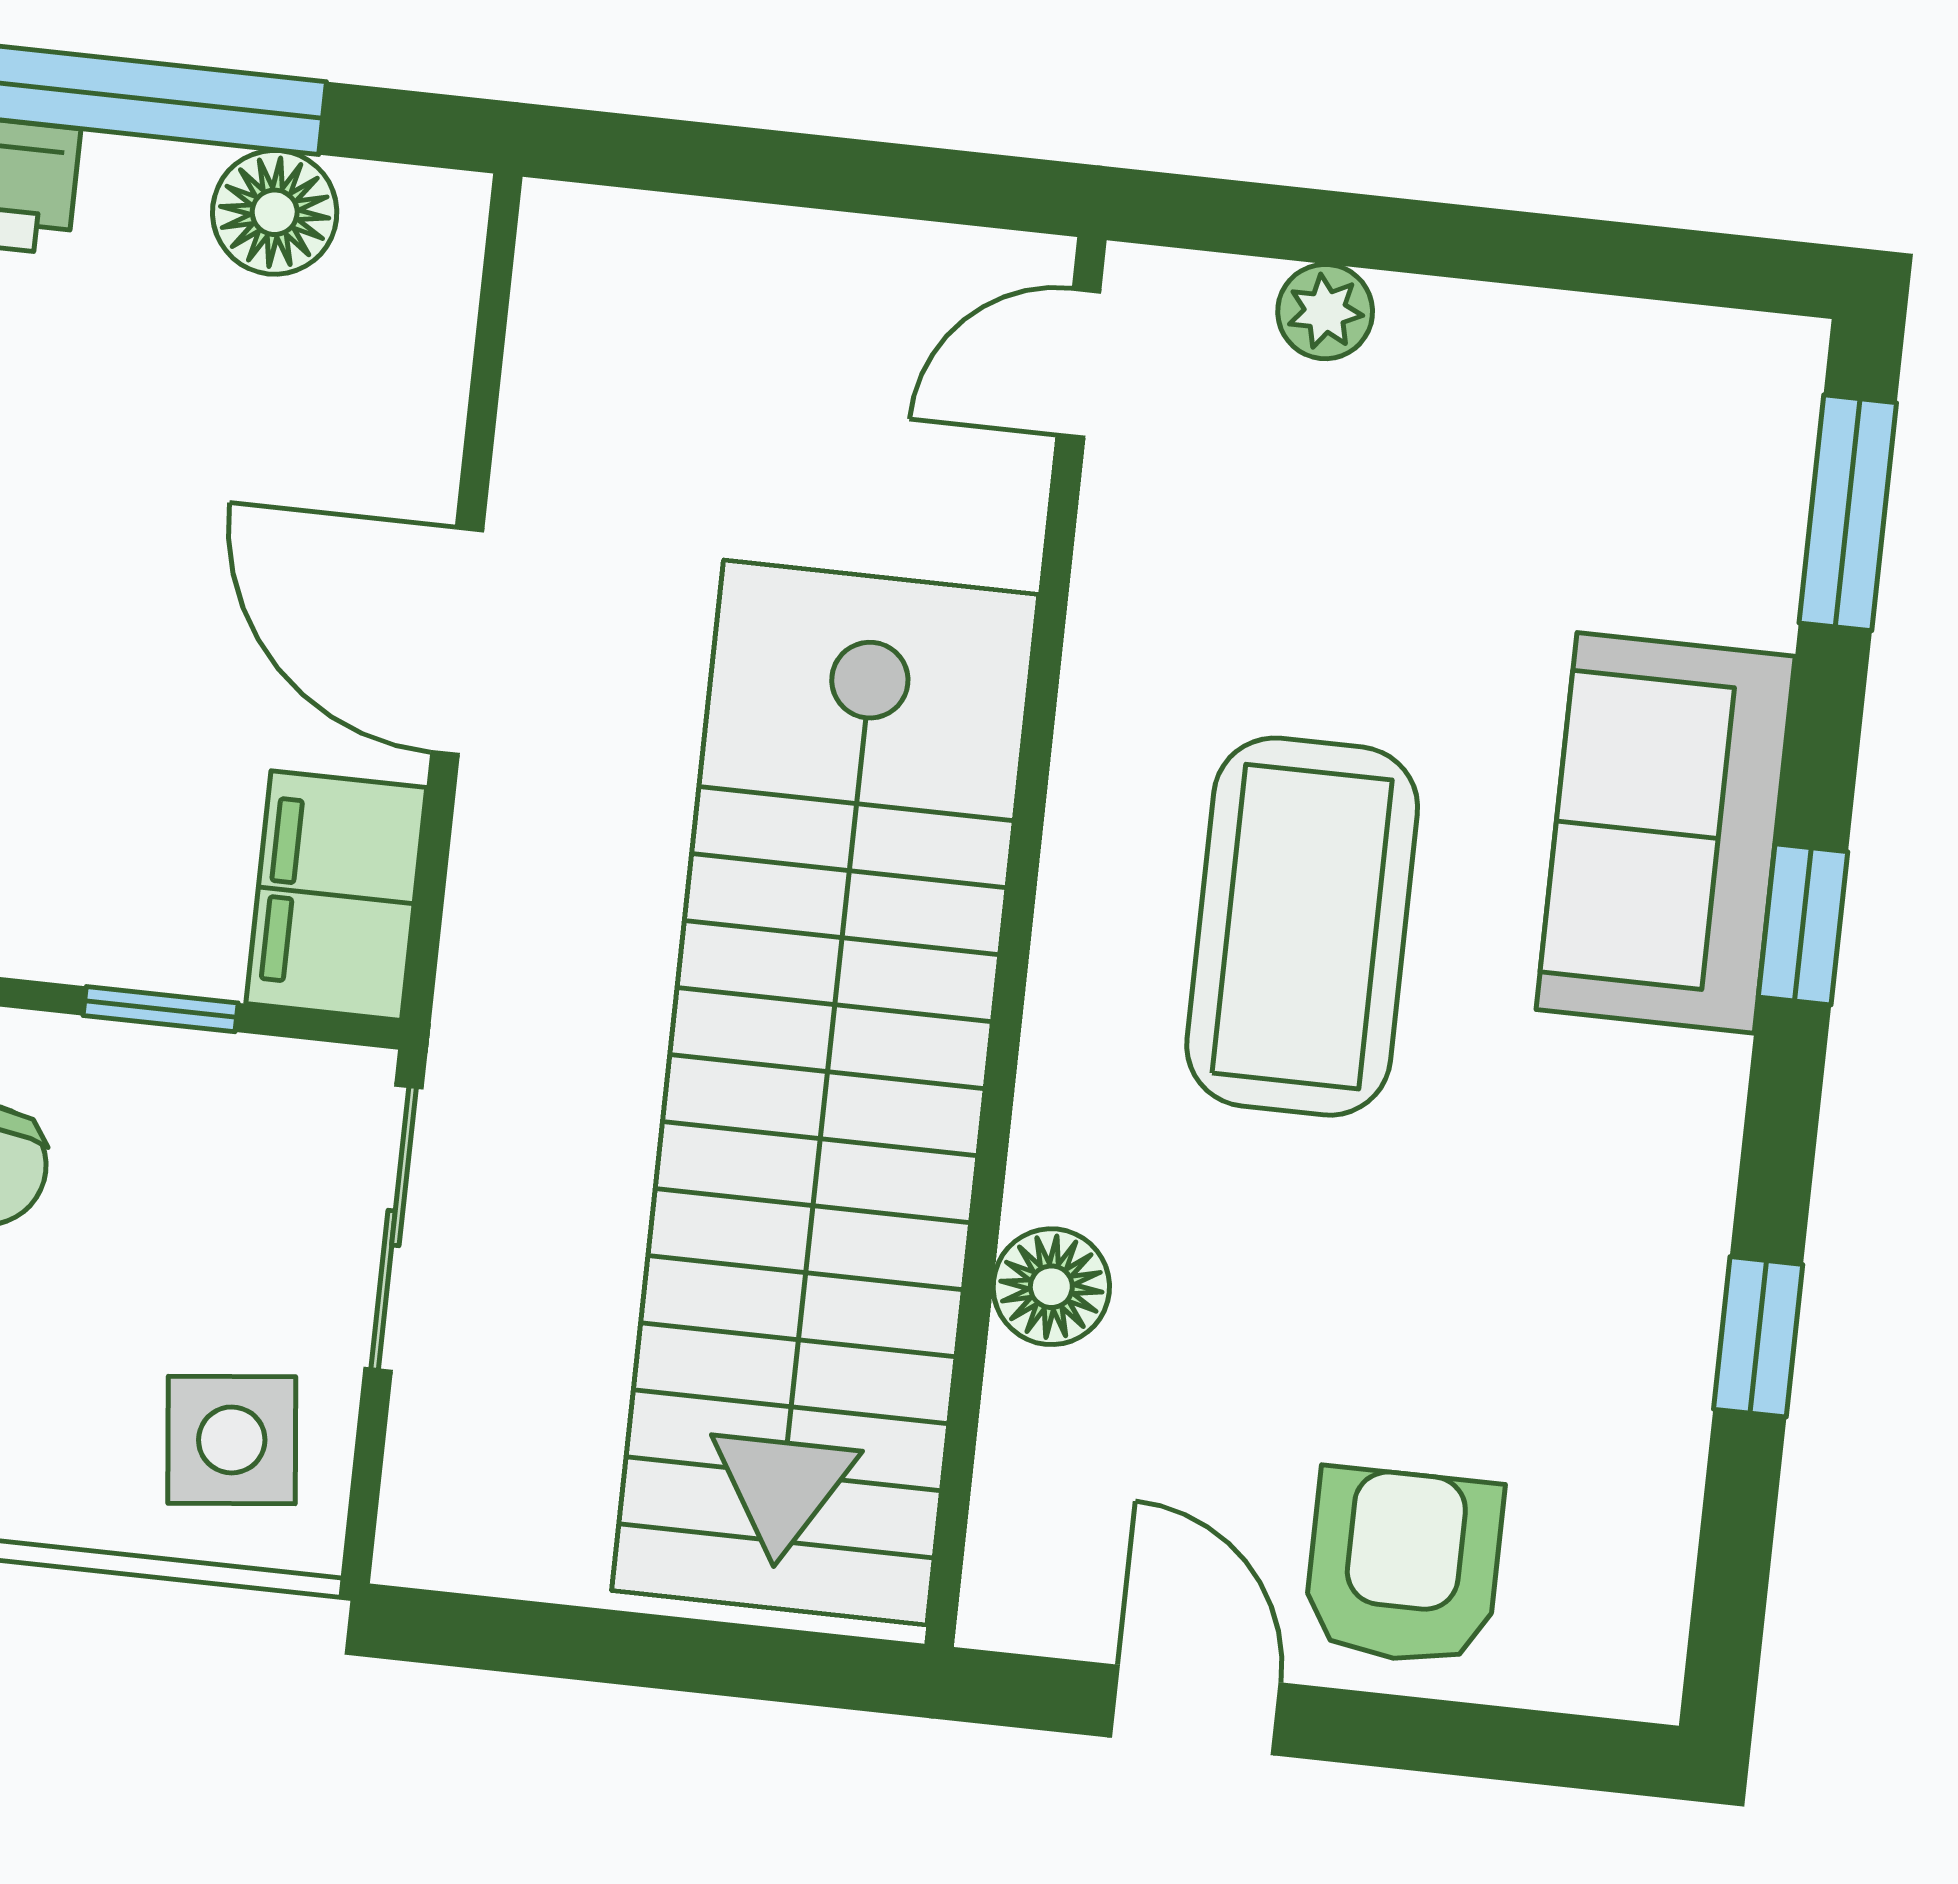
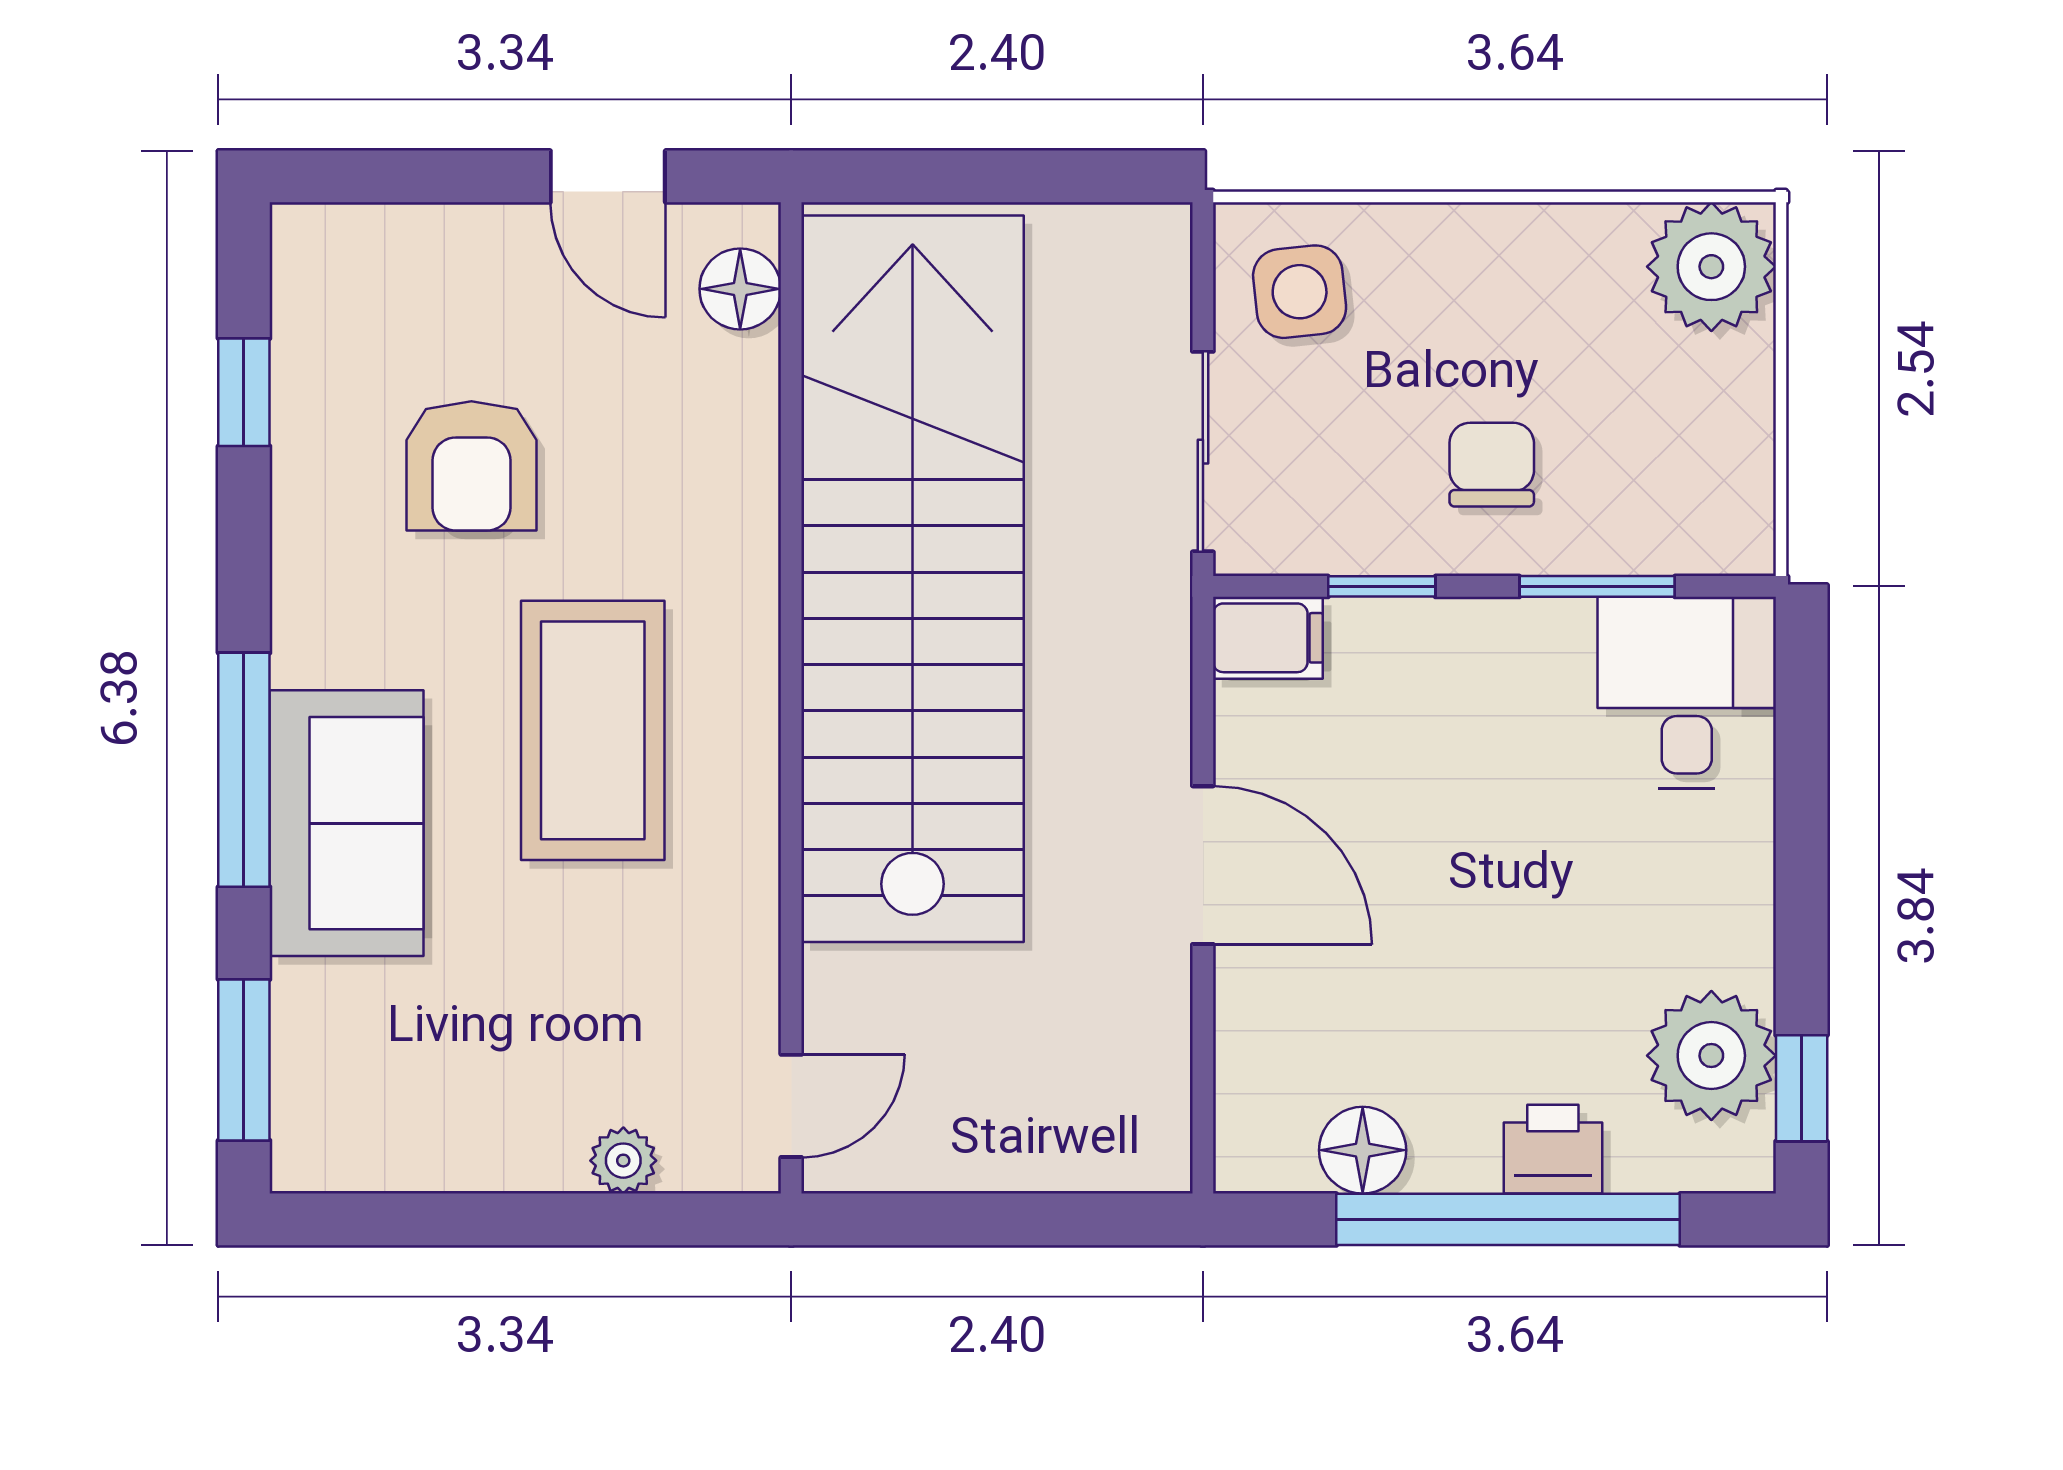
filing cabinet: (336, 896) -> (1268, 638), width x0.50
window: (1803, 924) -> (244, 770), width x2.17
floor lamp: (1051, 1287) -> (740, 289), moved
window: (1758, 1337) -> (244, 392), moved
armchair: (1404, 1566) -> (471, 466), moved

